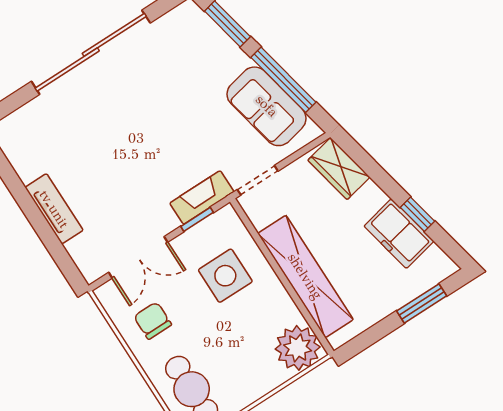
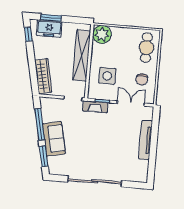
sofa: (267, 106) -> (54, 139), moved
wardrobe: (339, 169) -> (43, 76), width x1.50
tv unit: (54, 209) -> (146, 140), width x1.41
window: (418, 214) -> (28, 34), moved
freezer: (399, 234) -> (49, 29), moved, turned 102

